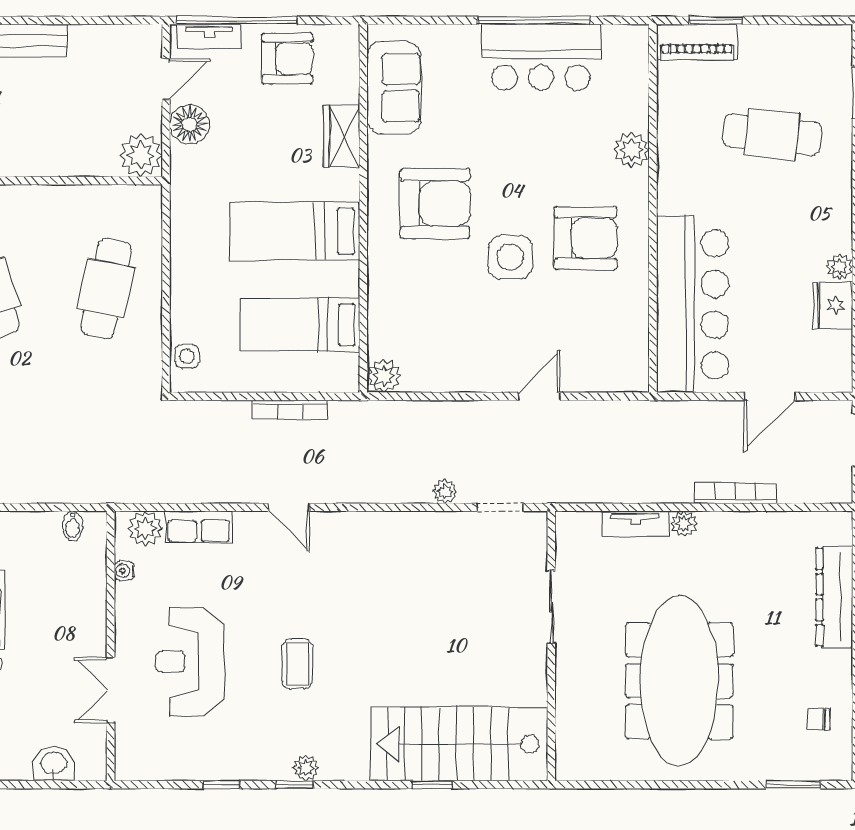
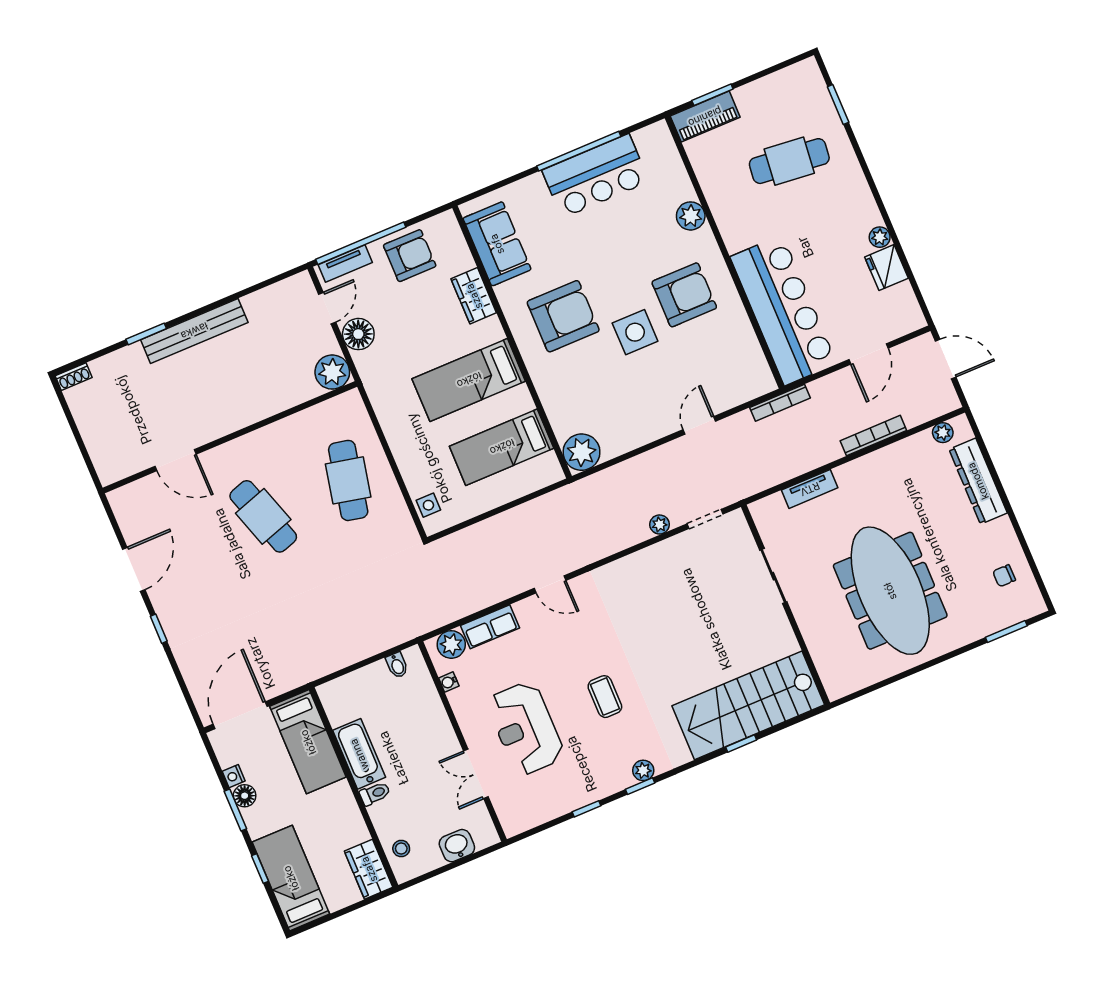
plant: (384, 376) -> (582, 452), width x1.36, depth x1.36
bookcase: (290, 410) -> (780, 403), moved
plant: (684, 524) -> (943, 433), moved

